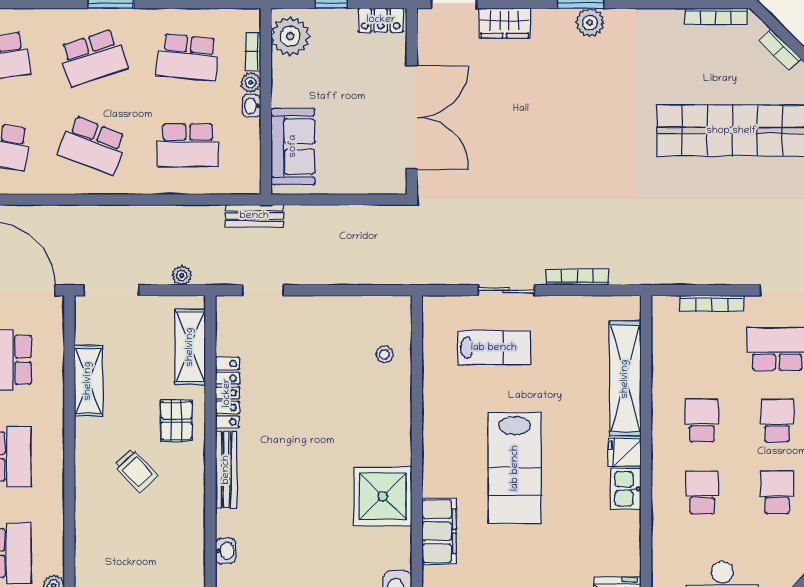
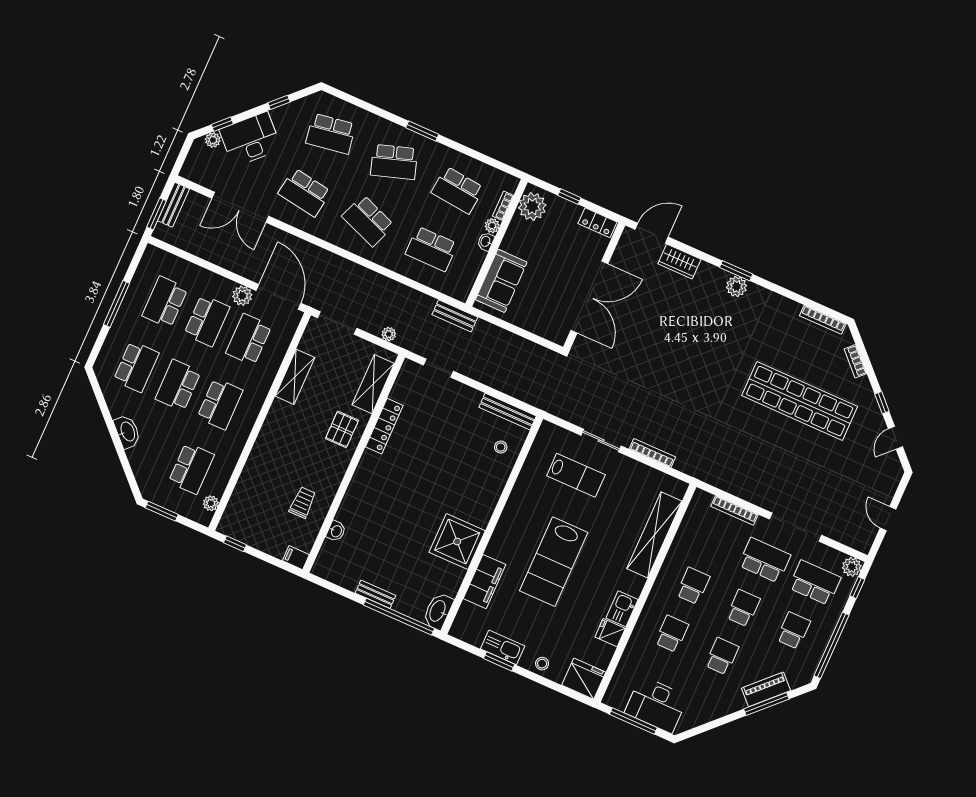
fridge: (625, 452) -> (610, 633), moved
trolley: (136, 470) -> (303, 503), moved, turned -137
bench: (226, 470) -> (508, 412), moved, turned 90

